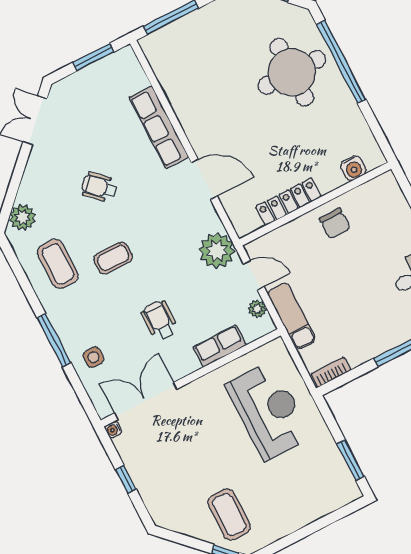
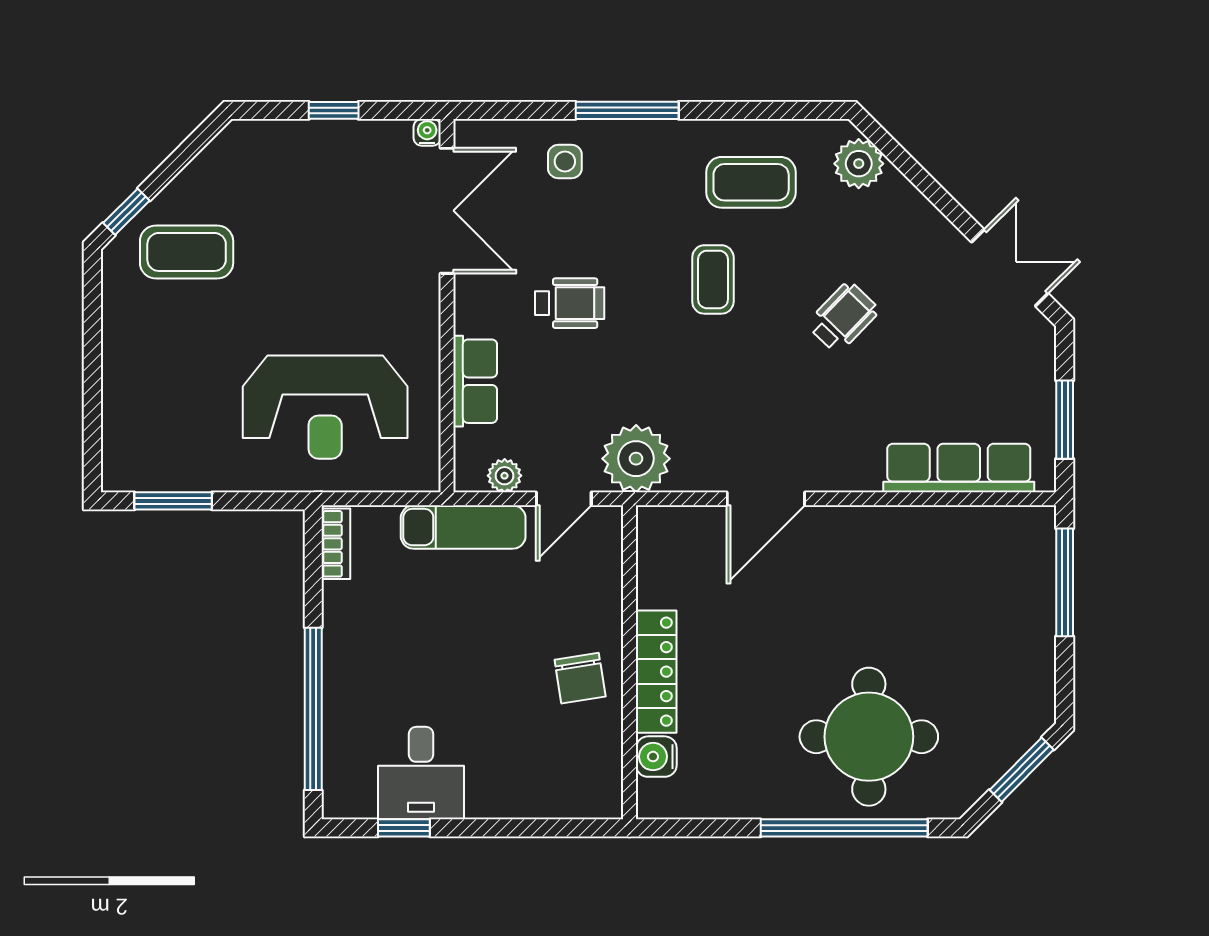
row of seats: (159, 127) -> (959, 468), moved
locker: (288, 202) -> (656, 672), moved
chair: (335, 224) -> (580, 678), turned -99

